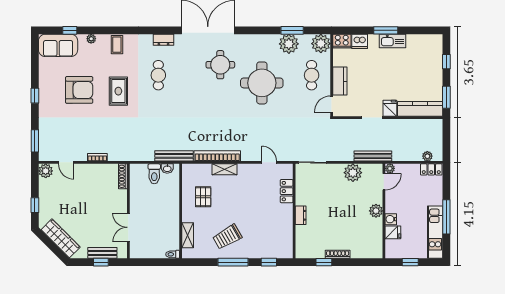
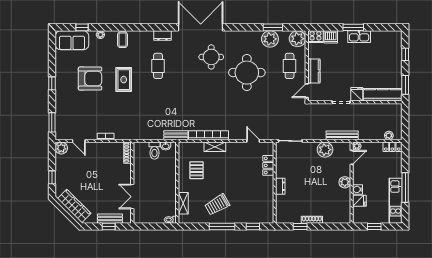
bench: (174, 156) -> (176, 135), width x0.73

